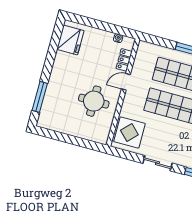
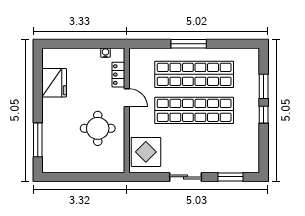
fridge: (70, 40) -> (54, 83), moved
door: (126, 82) -> (127, 98), swing flipped

